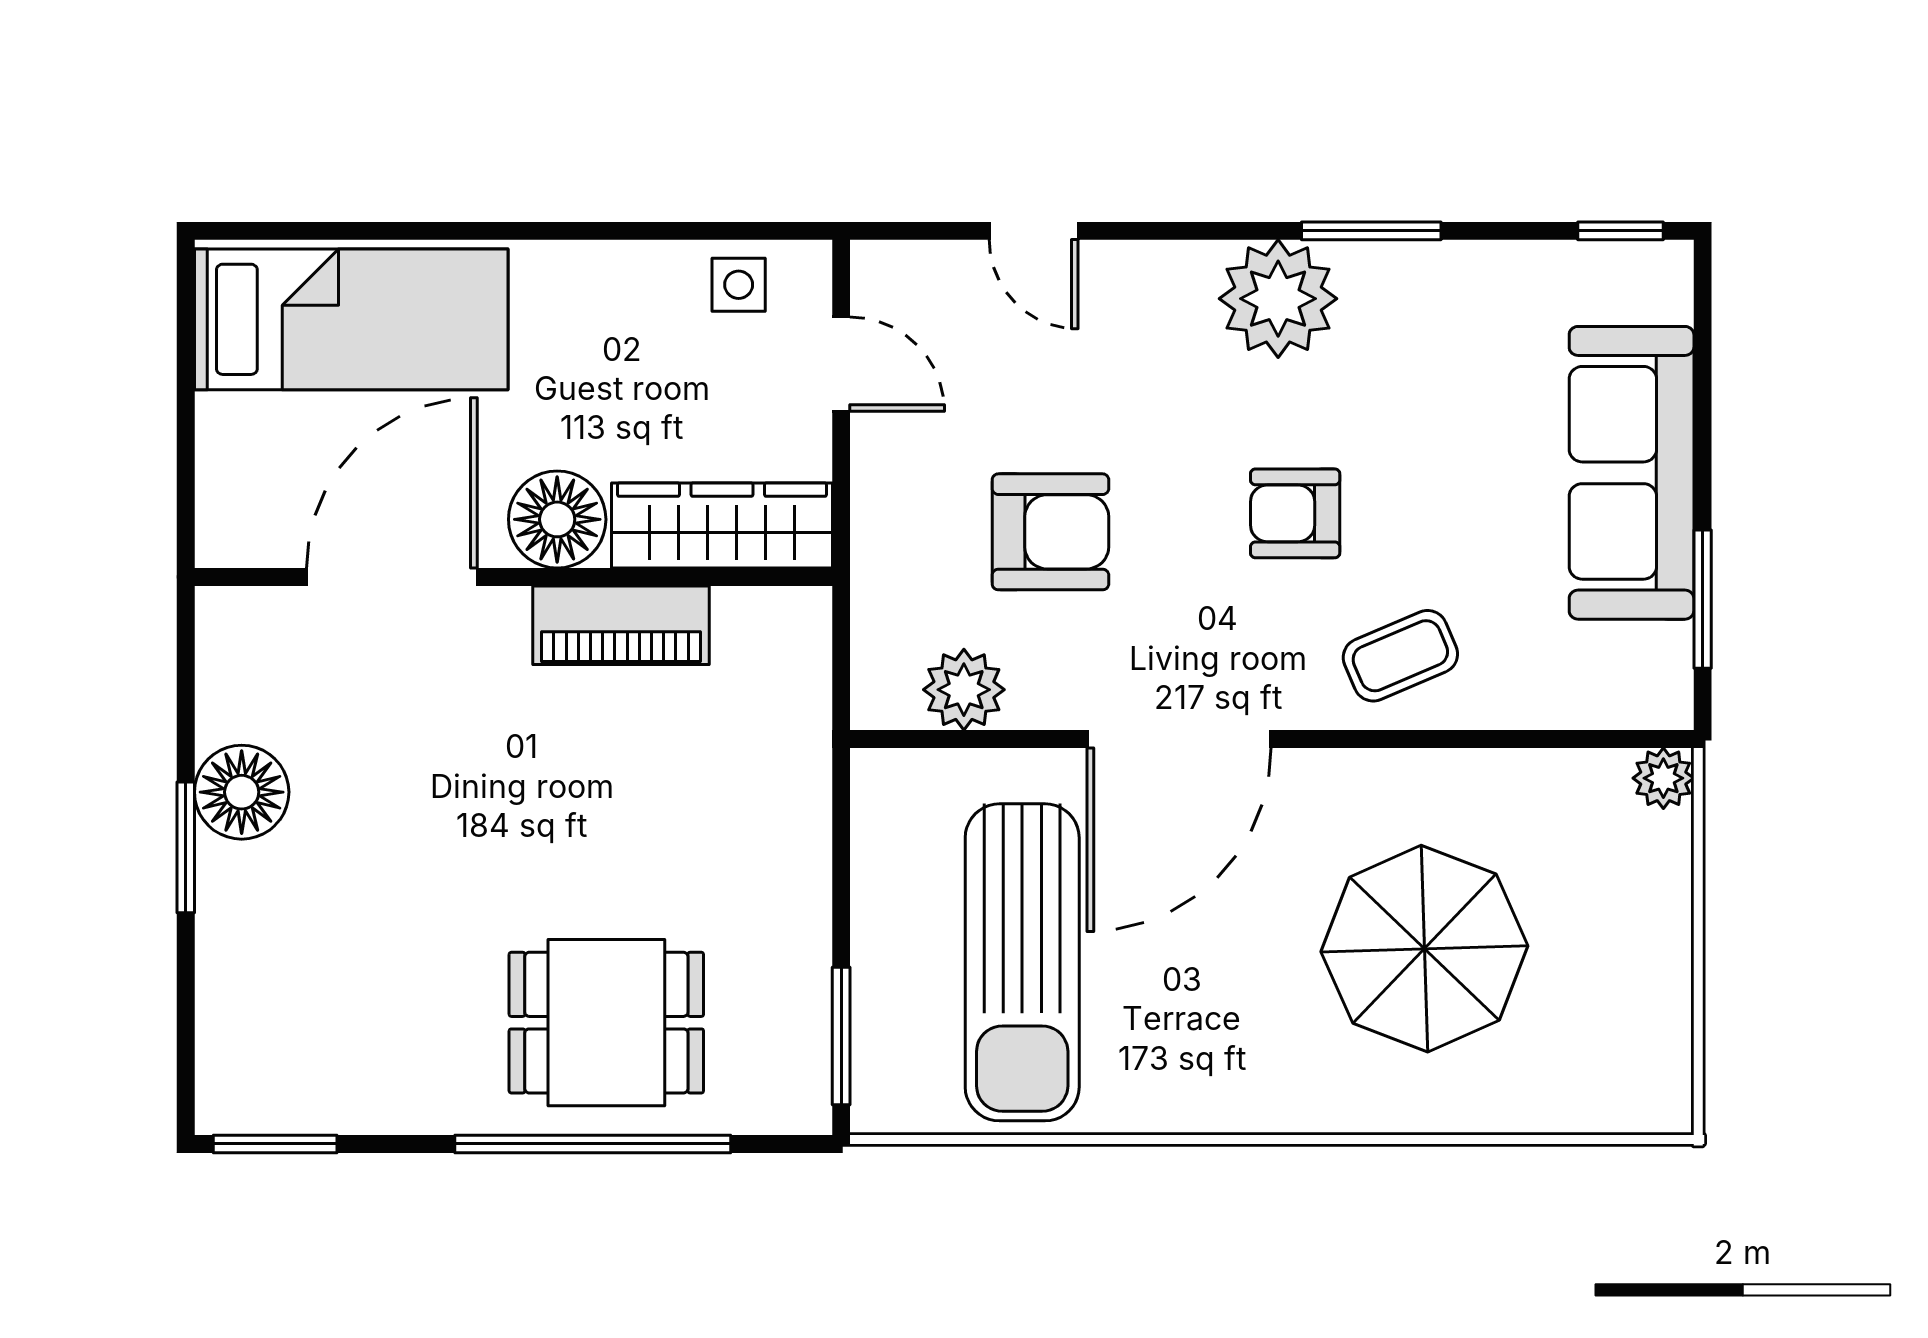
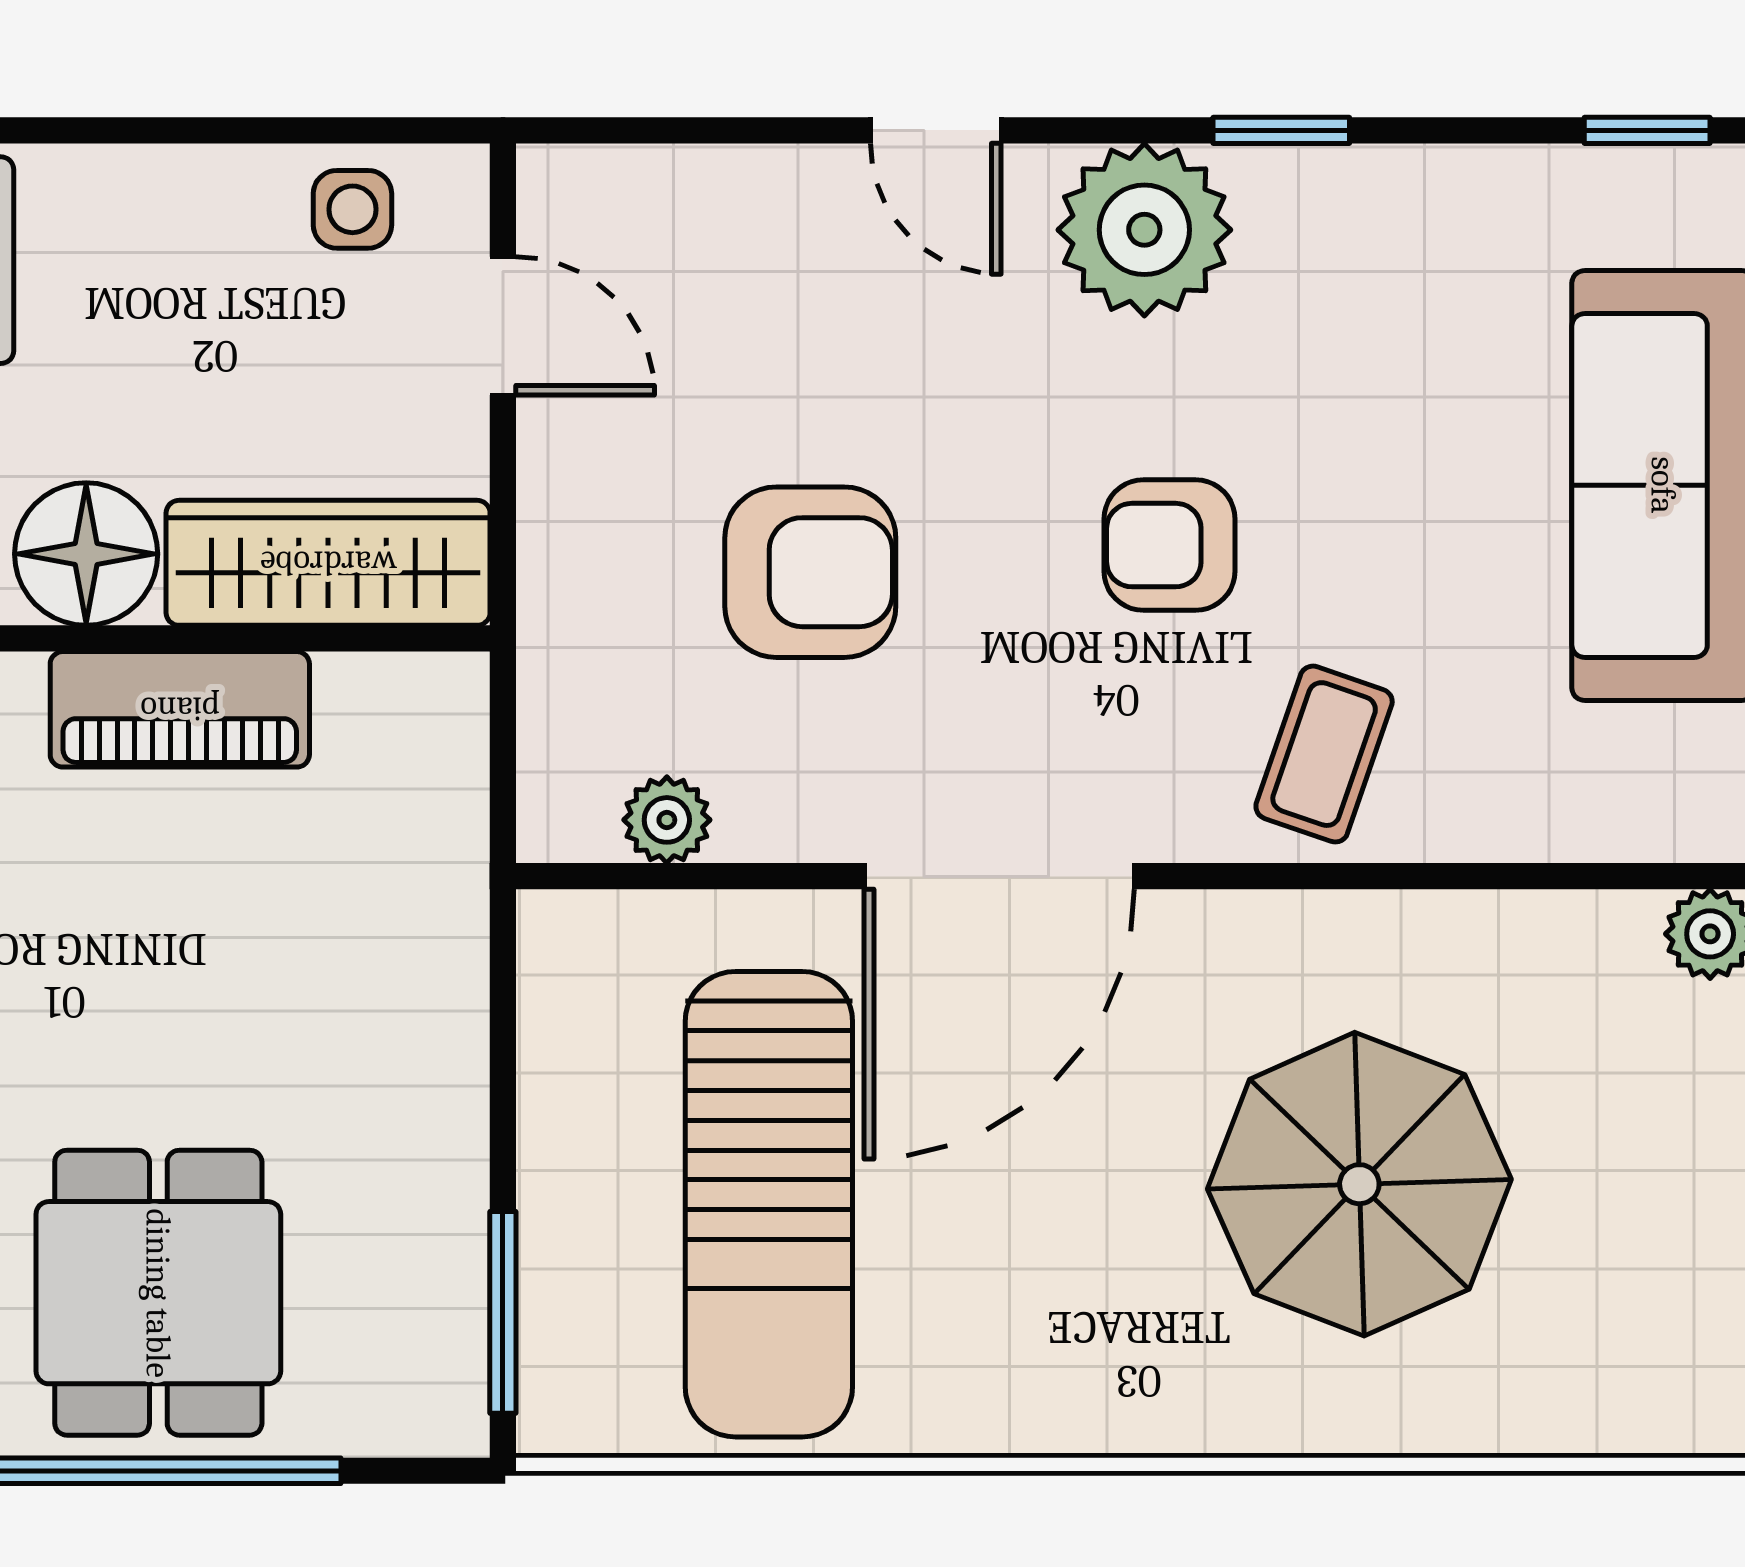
door: (1034, 231) -> (936, 130), moved
window: (1371, 231) -> (1281, 130), width x0.67
coffee table: (1400, 656) -> (1324, 754), turned -48
plant: (964, 690) -> (667, 820), width x0.73, depth x0.73
dining table: (606, 1023) -> (158, 1293), turned 90

